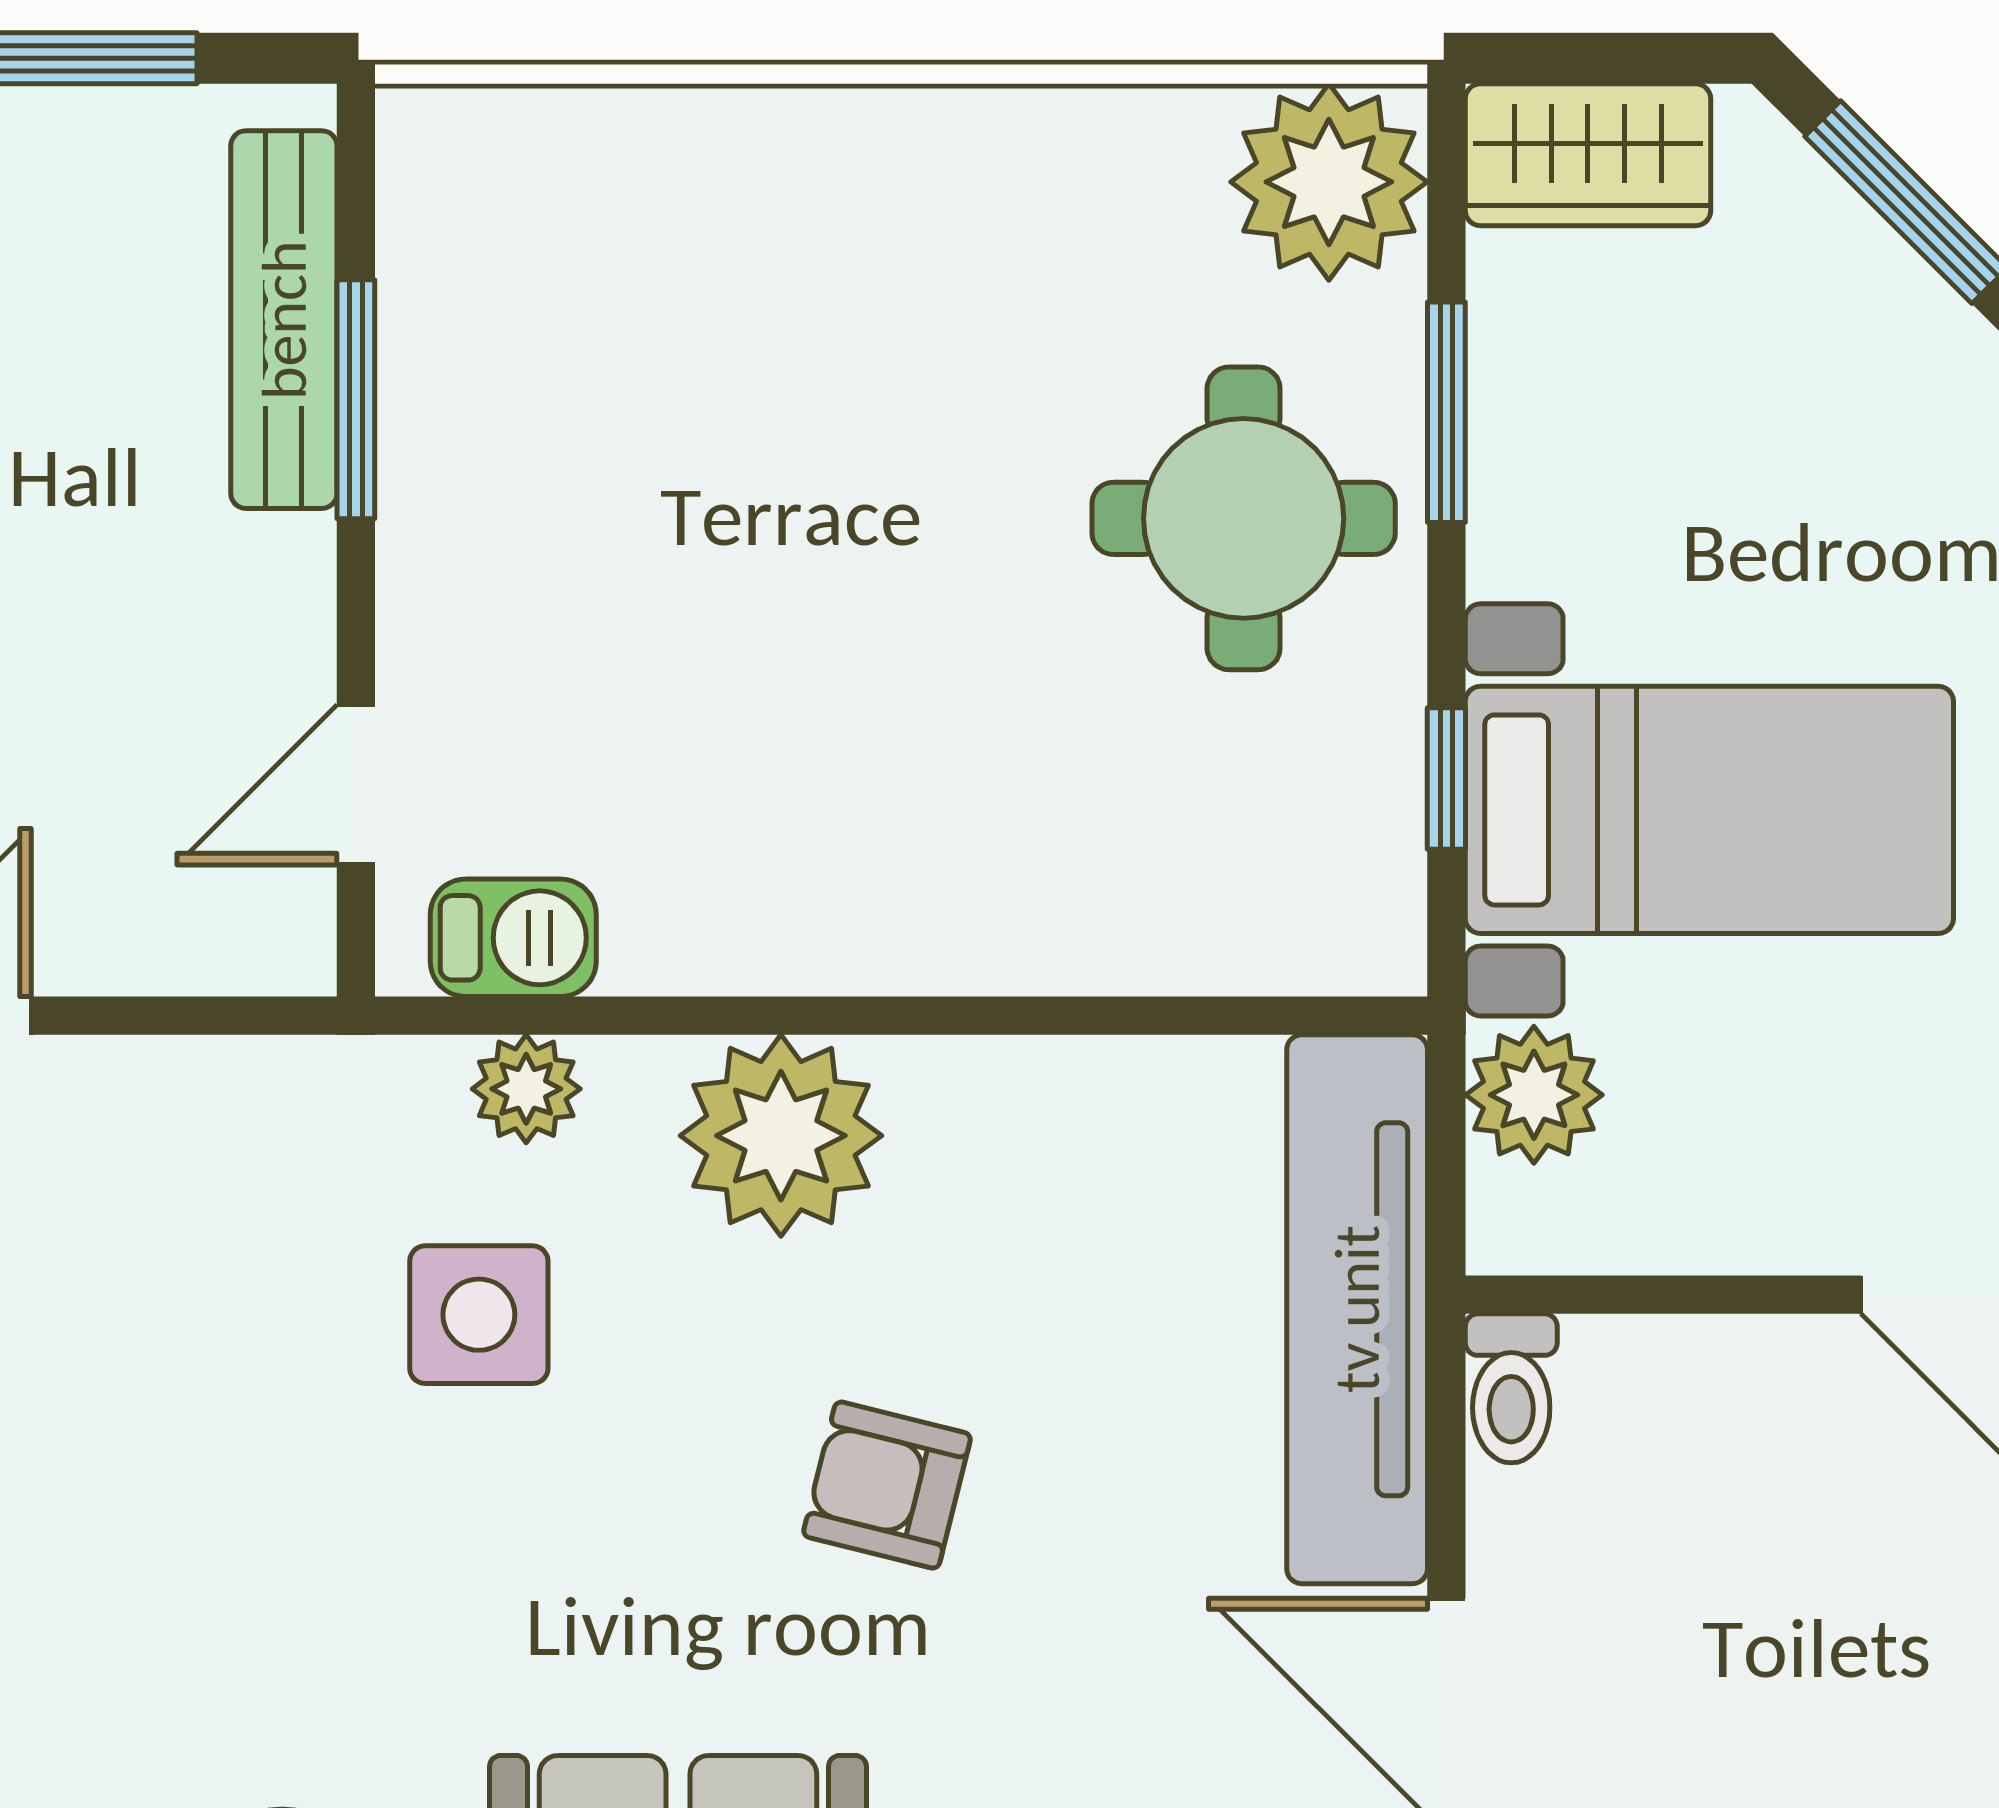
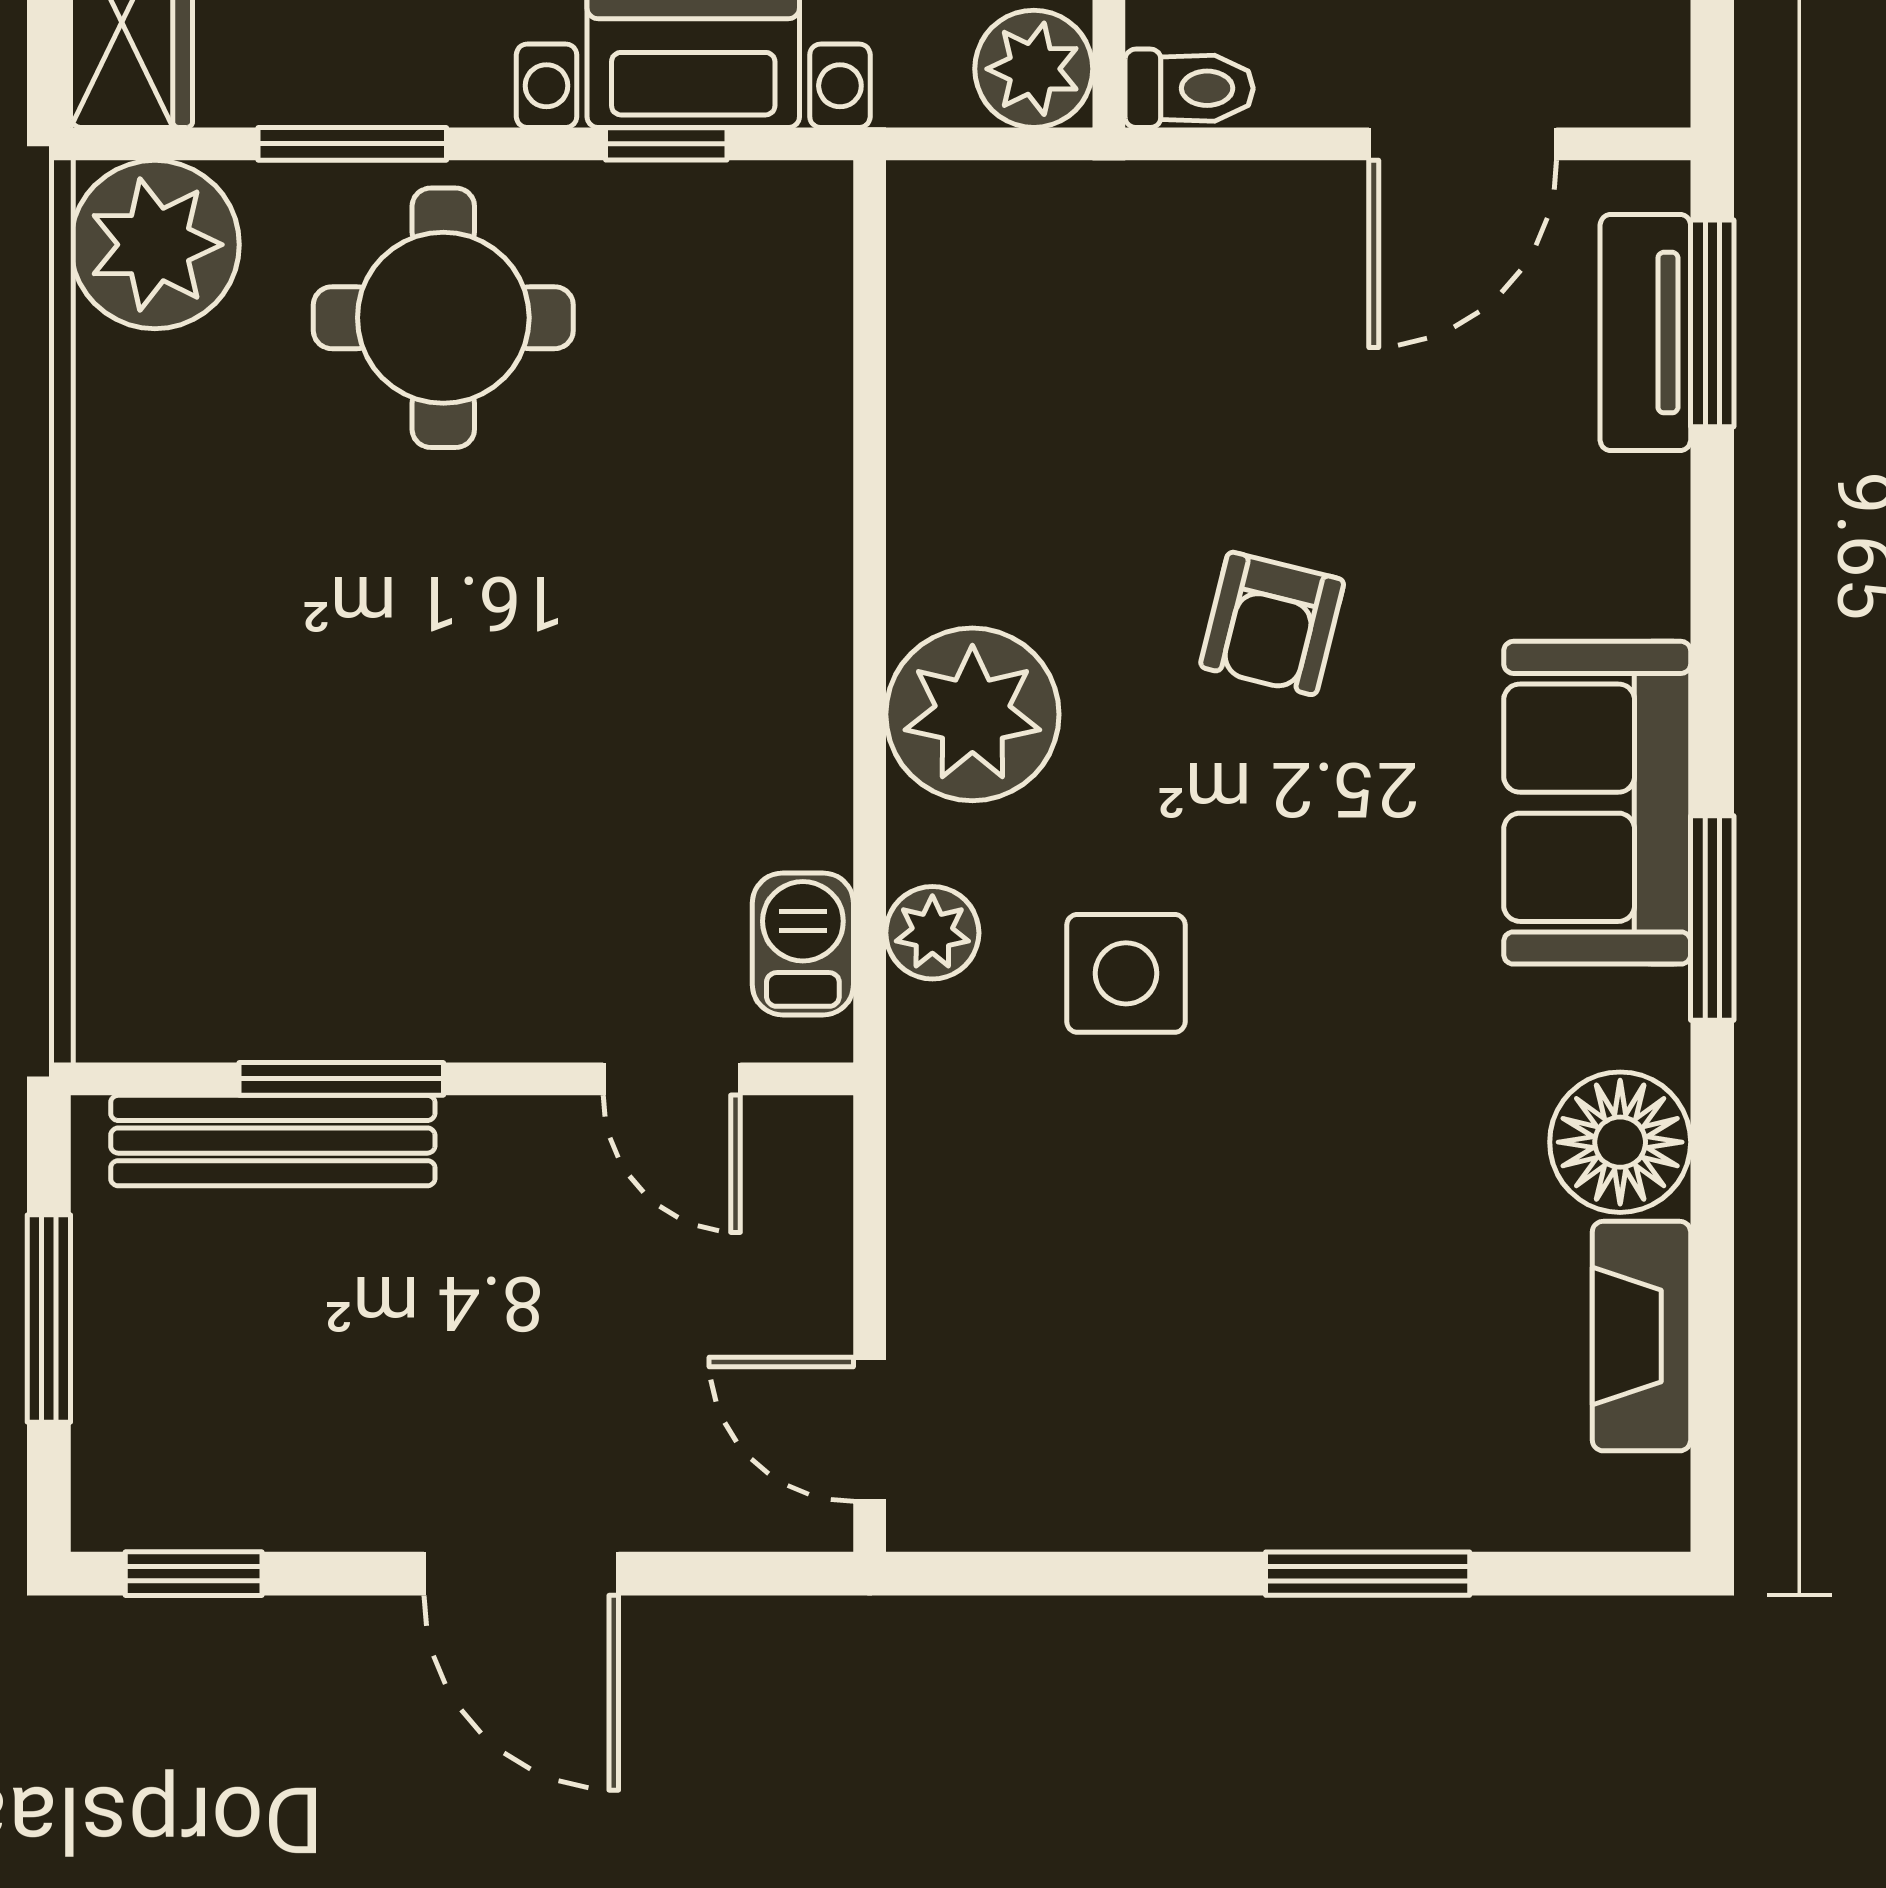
plant: (1534, 1095) -> (1034, 69), moved
tv unit: (1357, 1309) -> (1121, 220), removed

